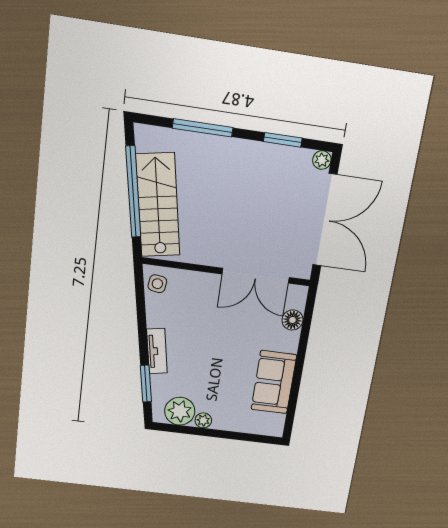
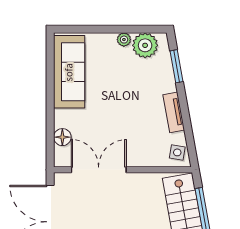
tv unit: (157, 351) -> (174, 112), moved
sofa: (274, 382) -> (69, 72), width x1.36

